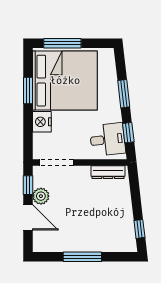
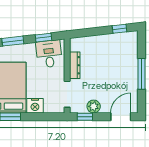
dresser: (108, 172) -> (75, 65), moved
door: (28, 217) -> (121, 117), moved

